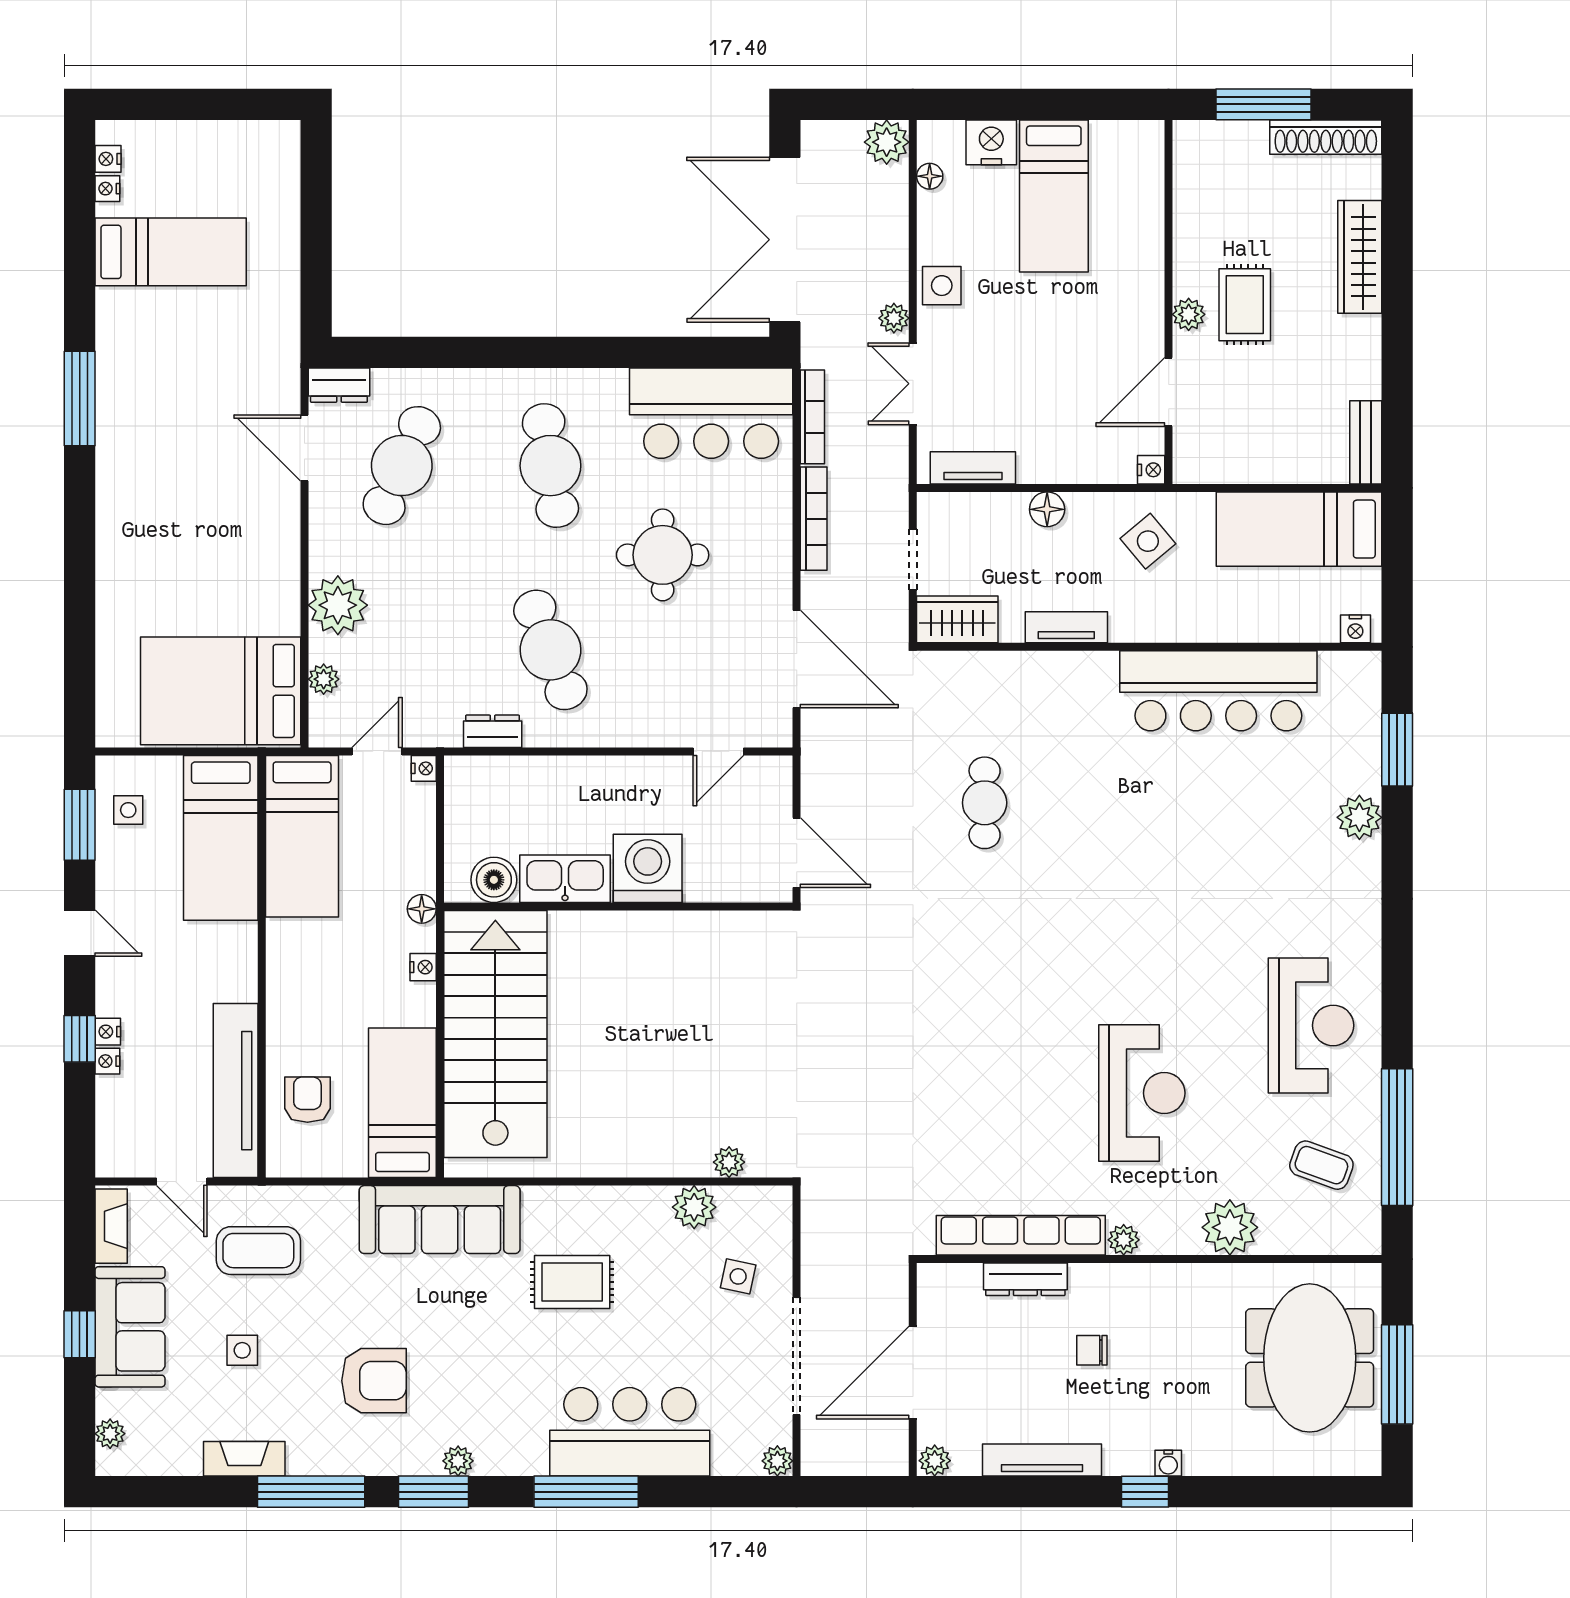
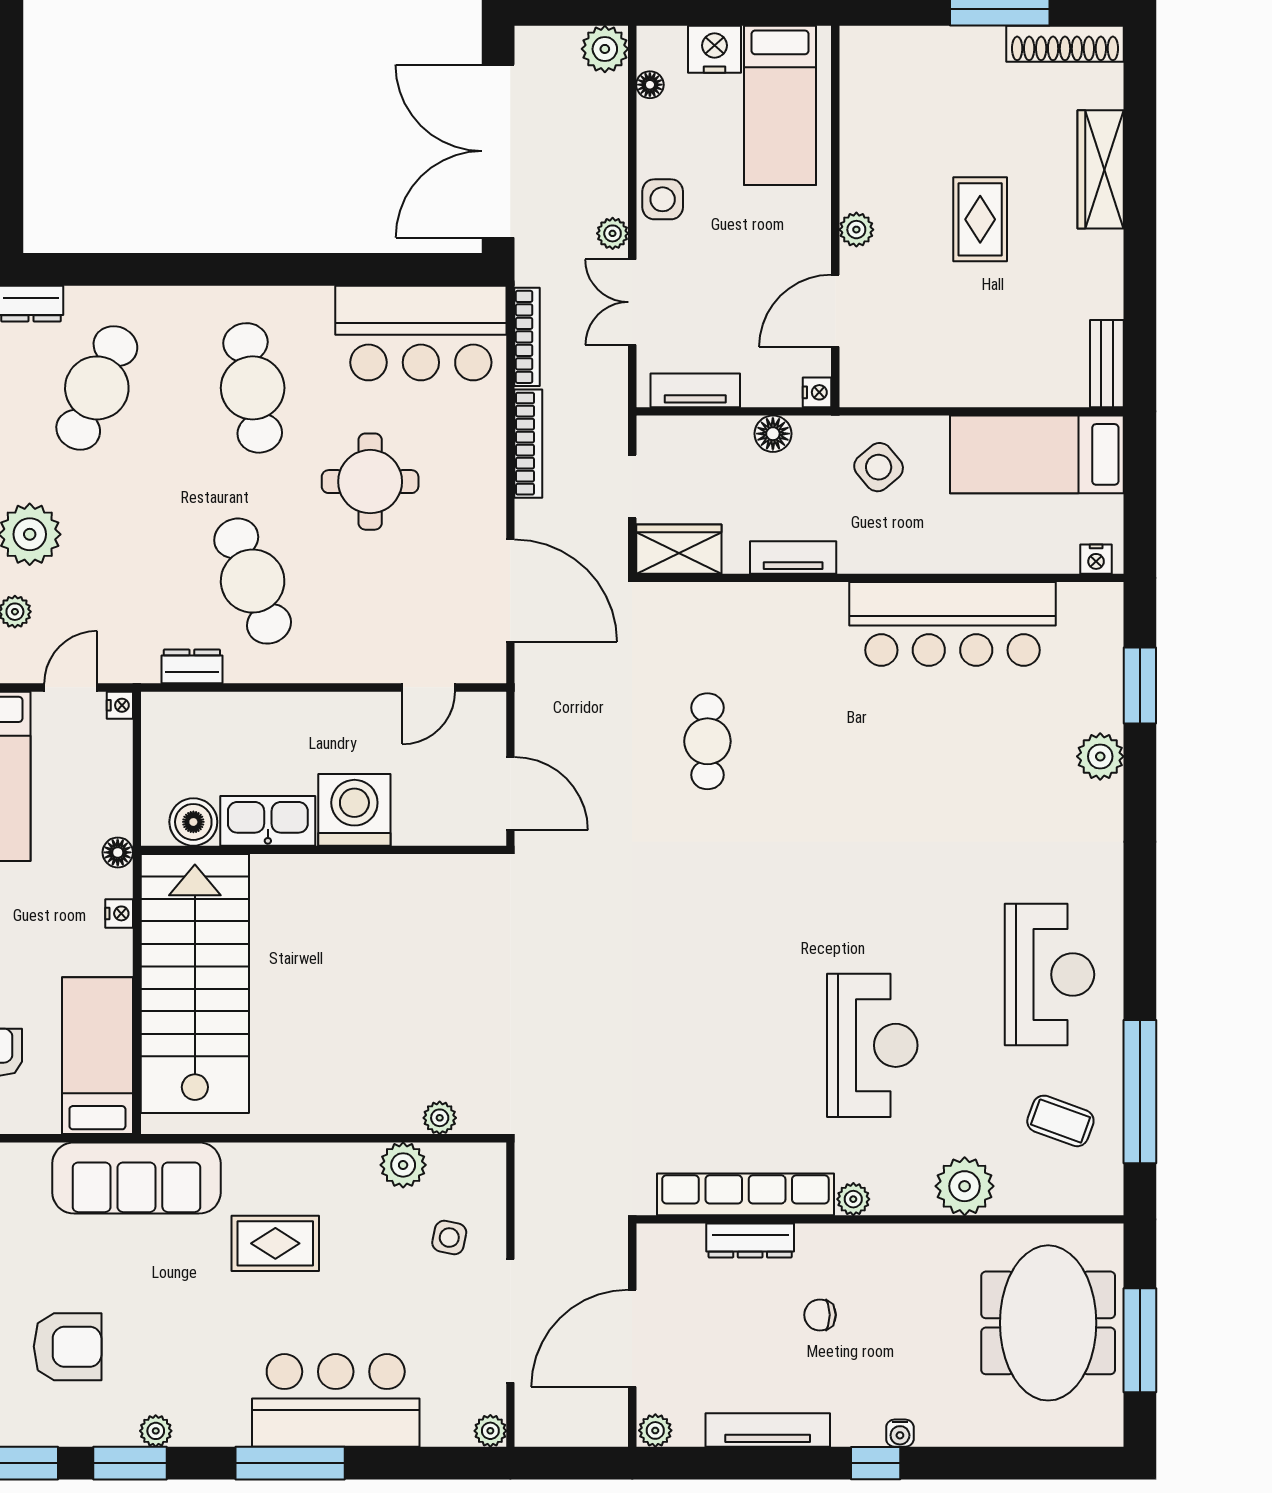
wall: (1169, 302) -> (835, 216), moved
plant: (1189, 314) -> (856, 230), moved
door: (1169, 392) -> (835, 311), moved
nightstand: (1151, 470) -> (817, 392), moved

